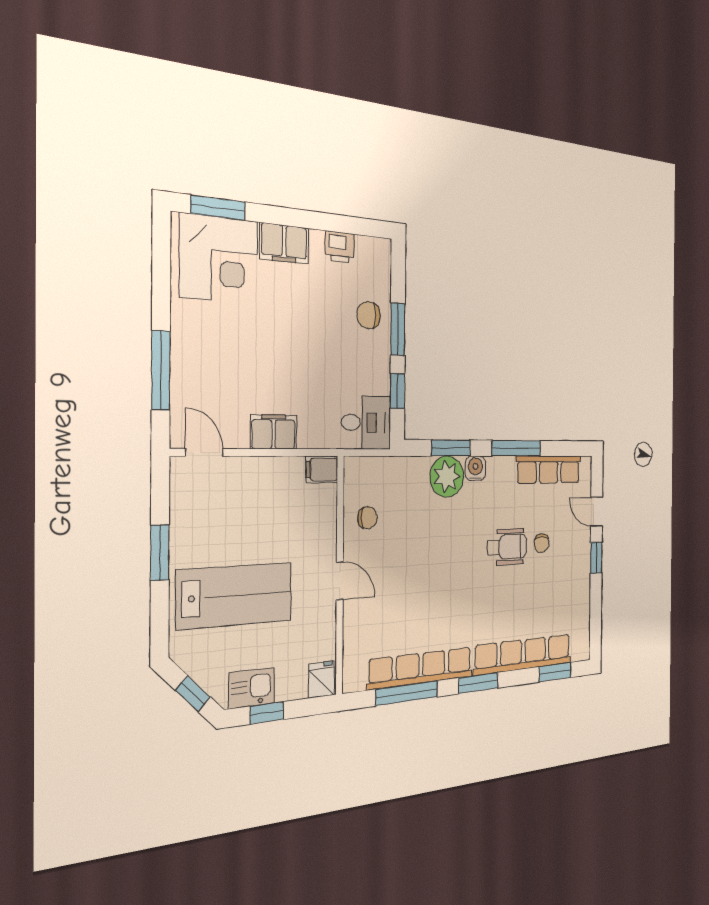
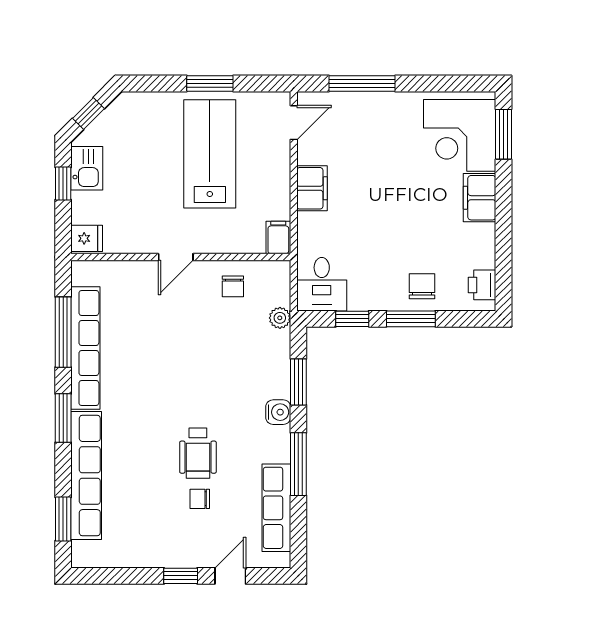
printer: (340, 247) -> (482, 285), moved
plant: (447, 477) -> (280, 318), moved, width x0.53, depth x0.53
lab bench: (235, 596) -> (210, 154), moved, turned 180

